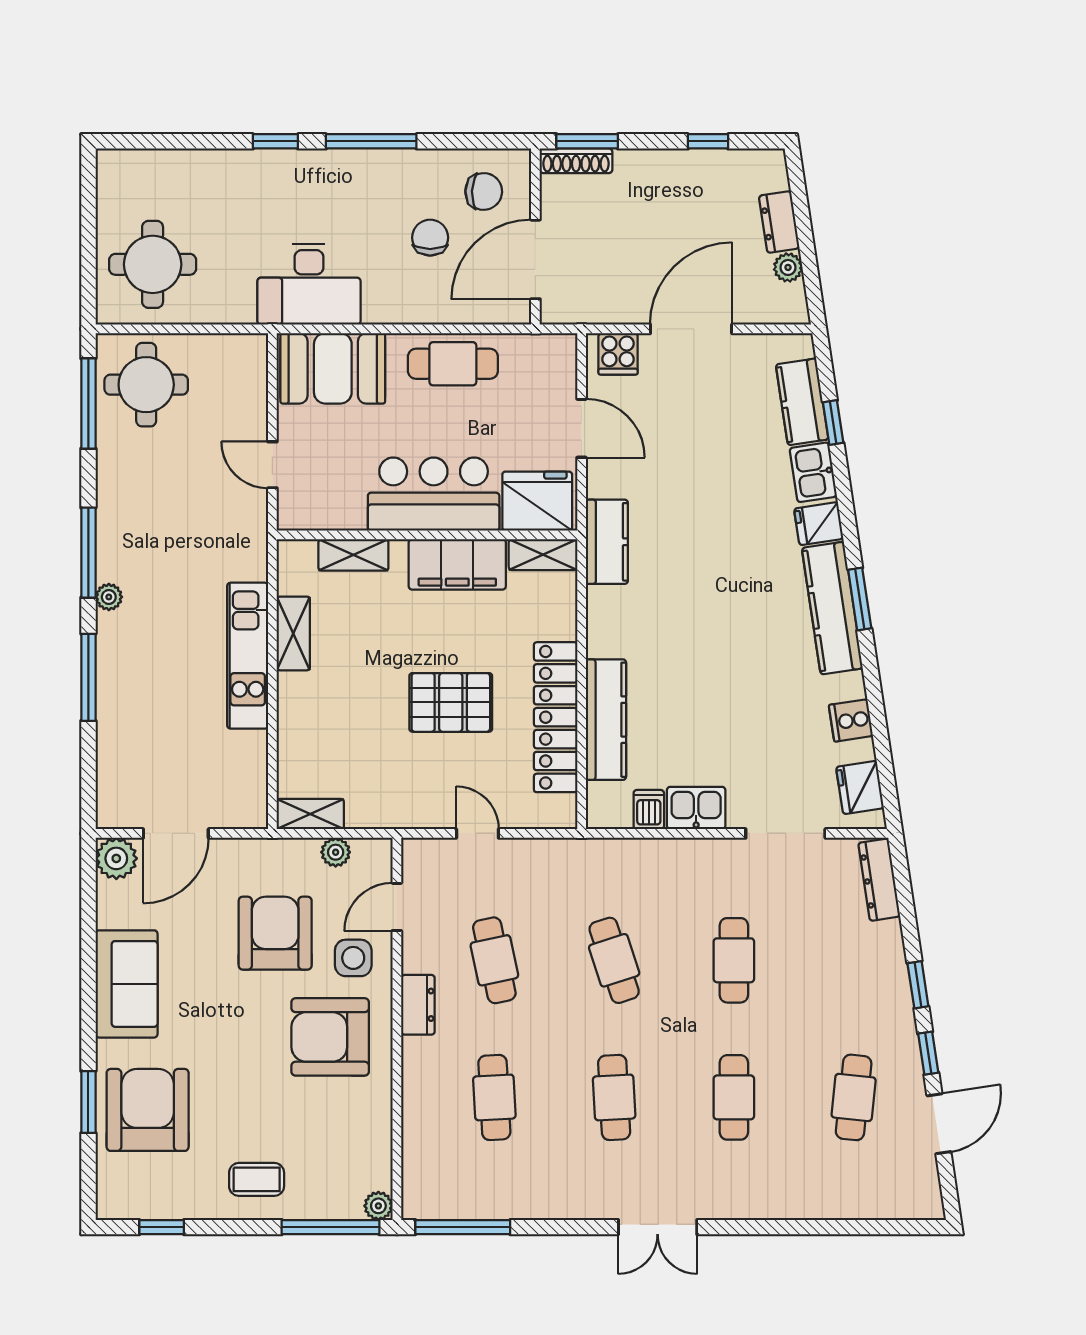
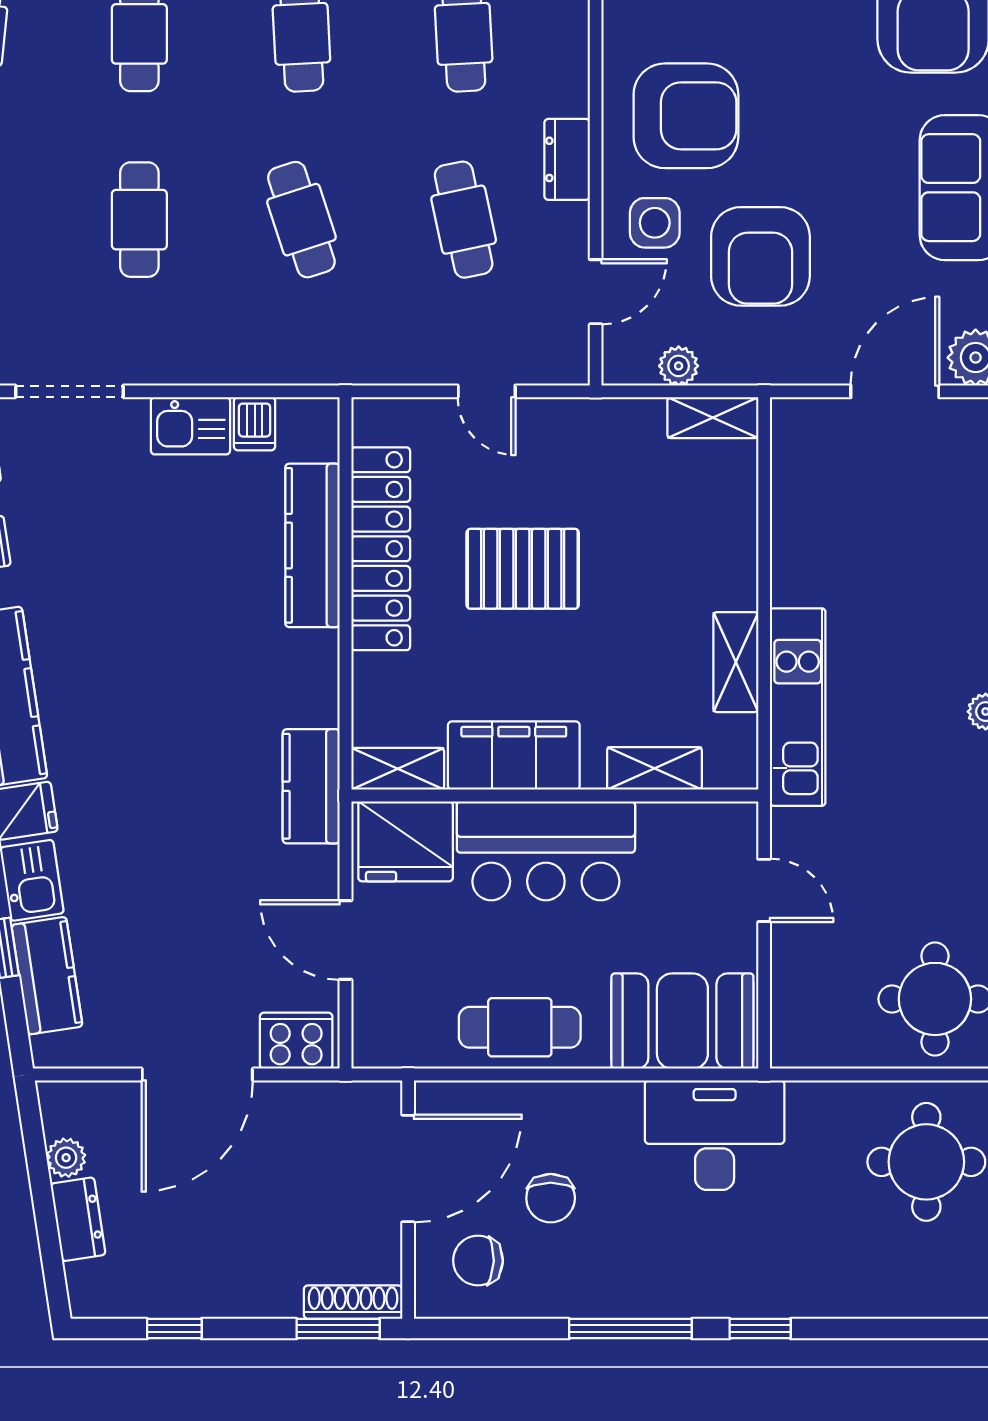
cooker: (618, 354) -> (296, 1041), width x1.36
kitchen unit: (248, 656) -> (798, 707), moved

